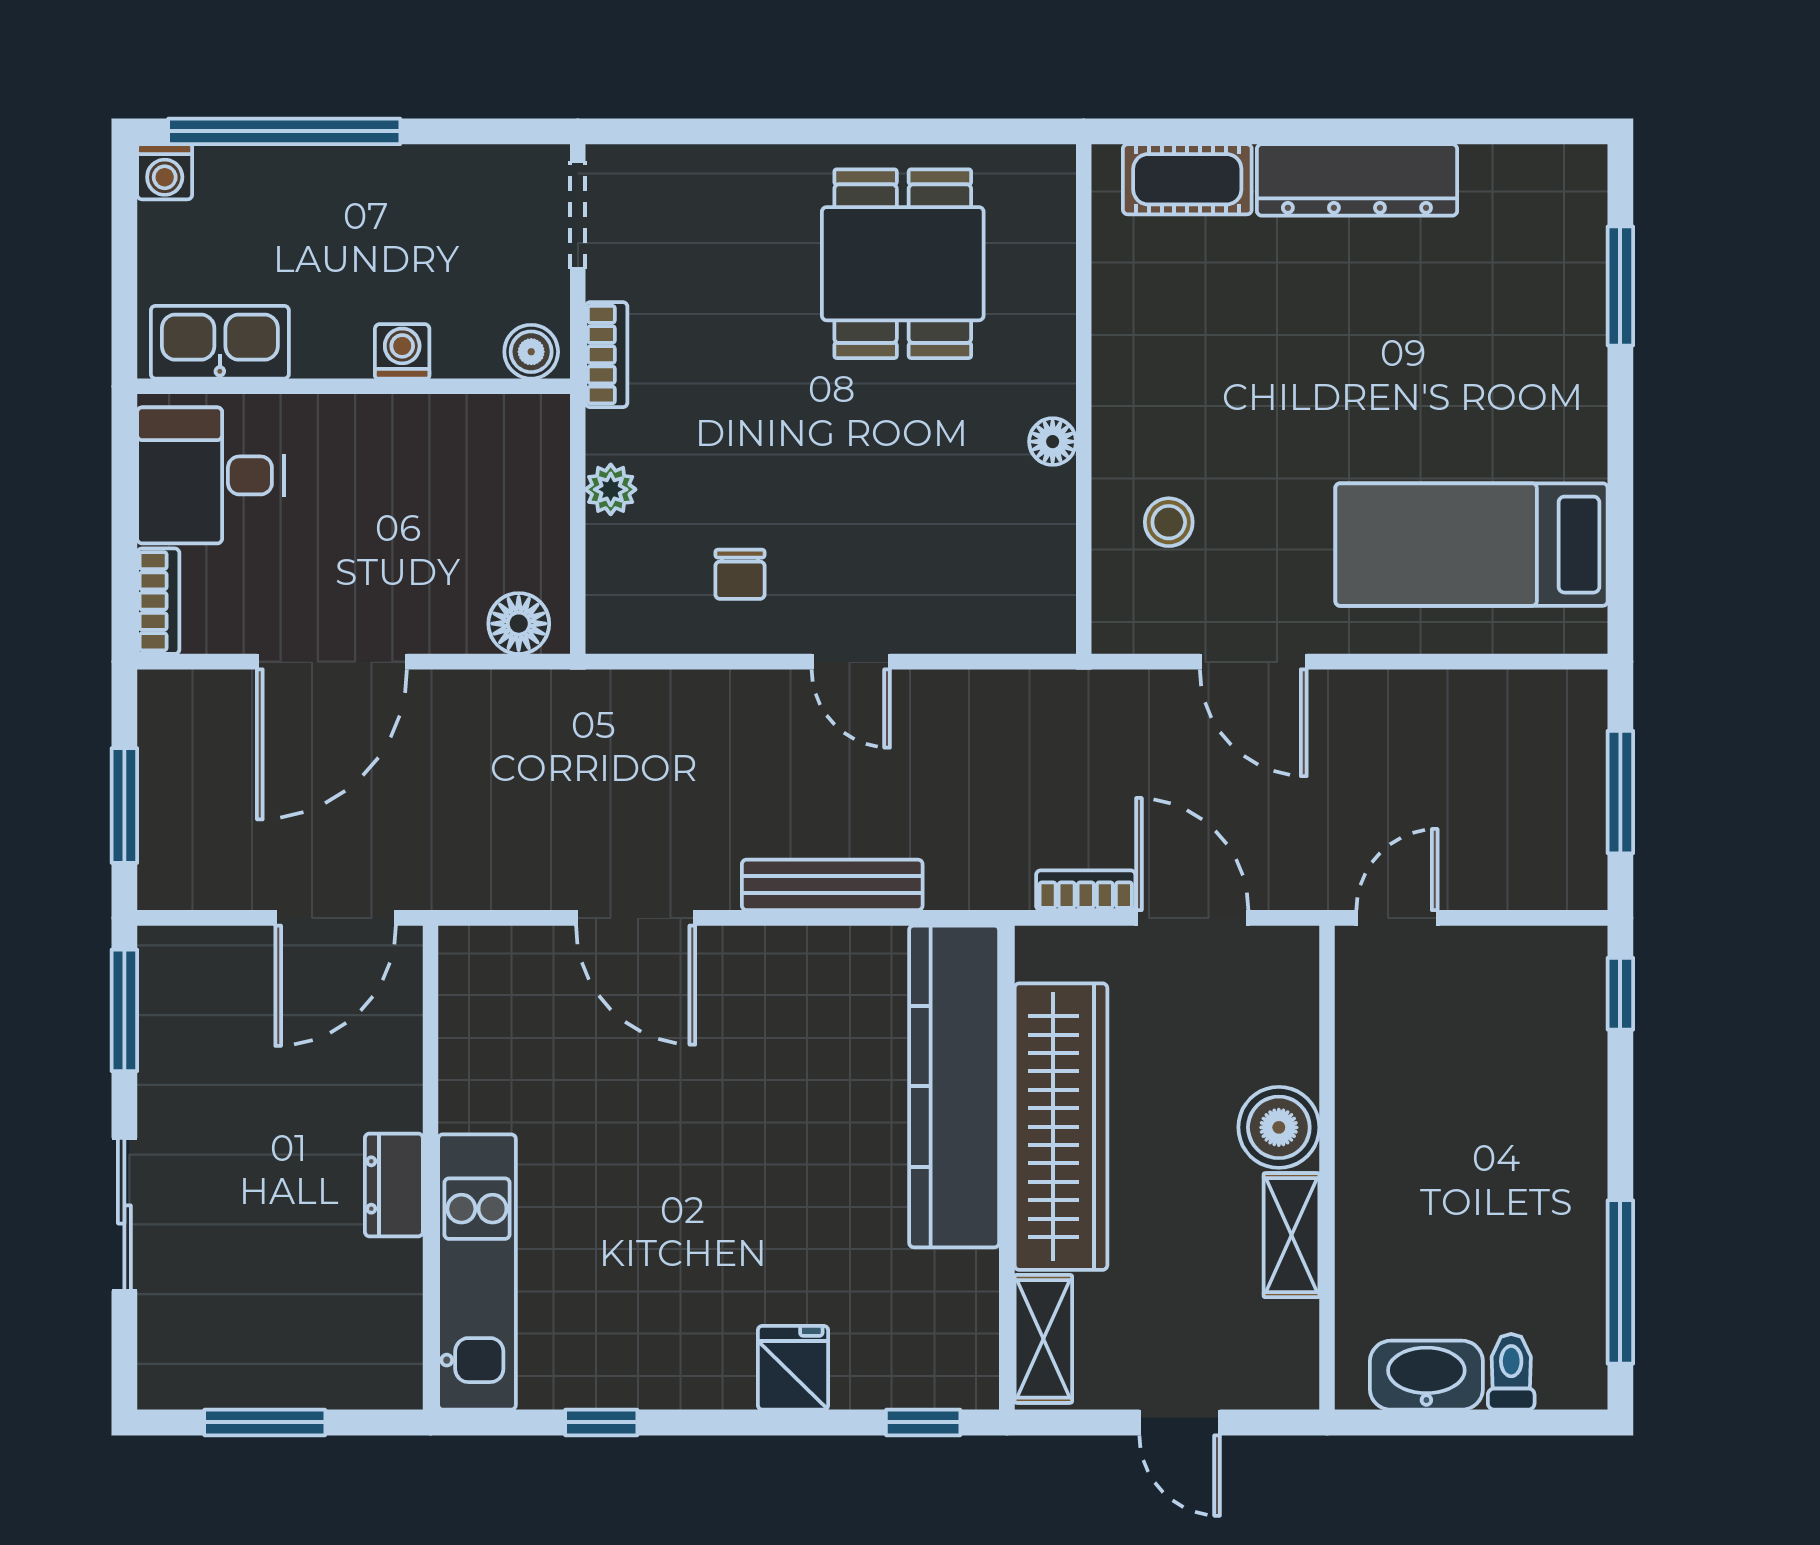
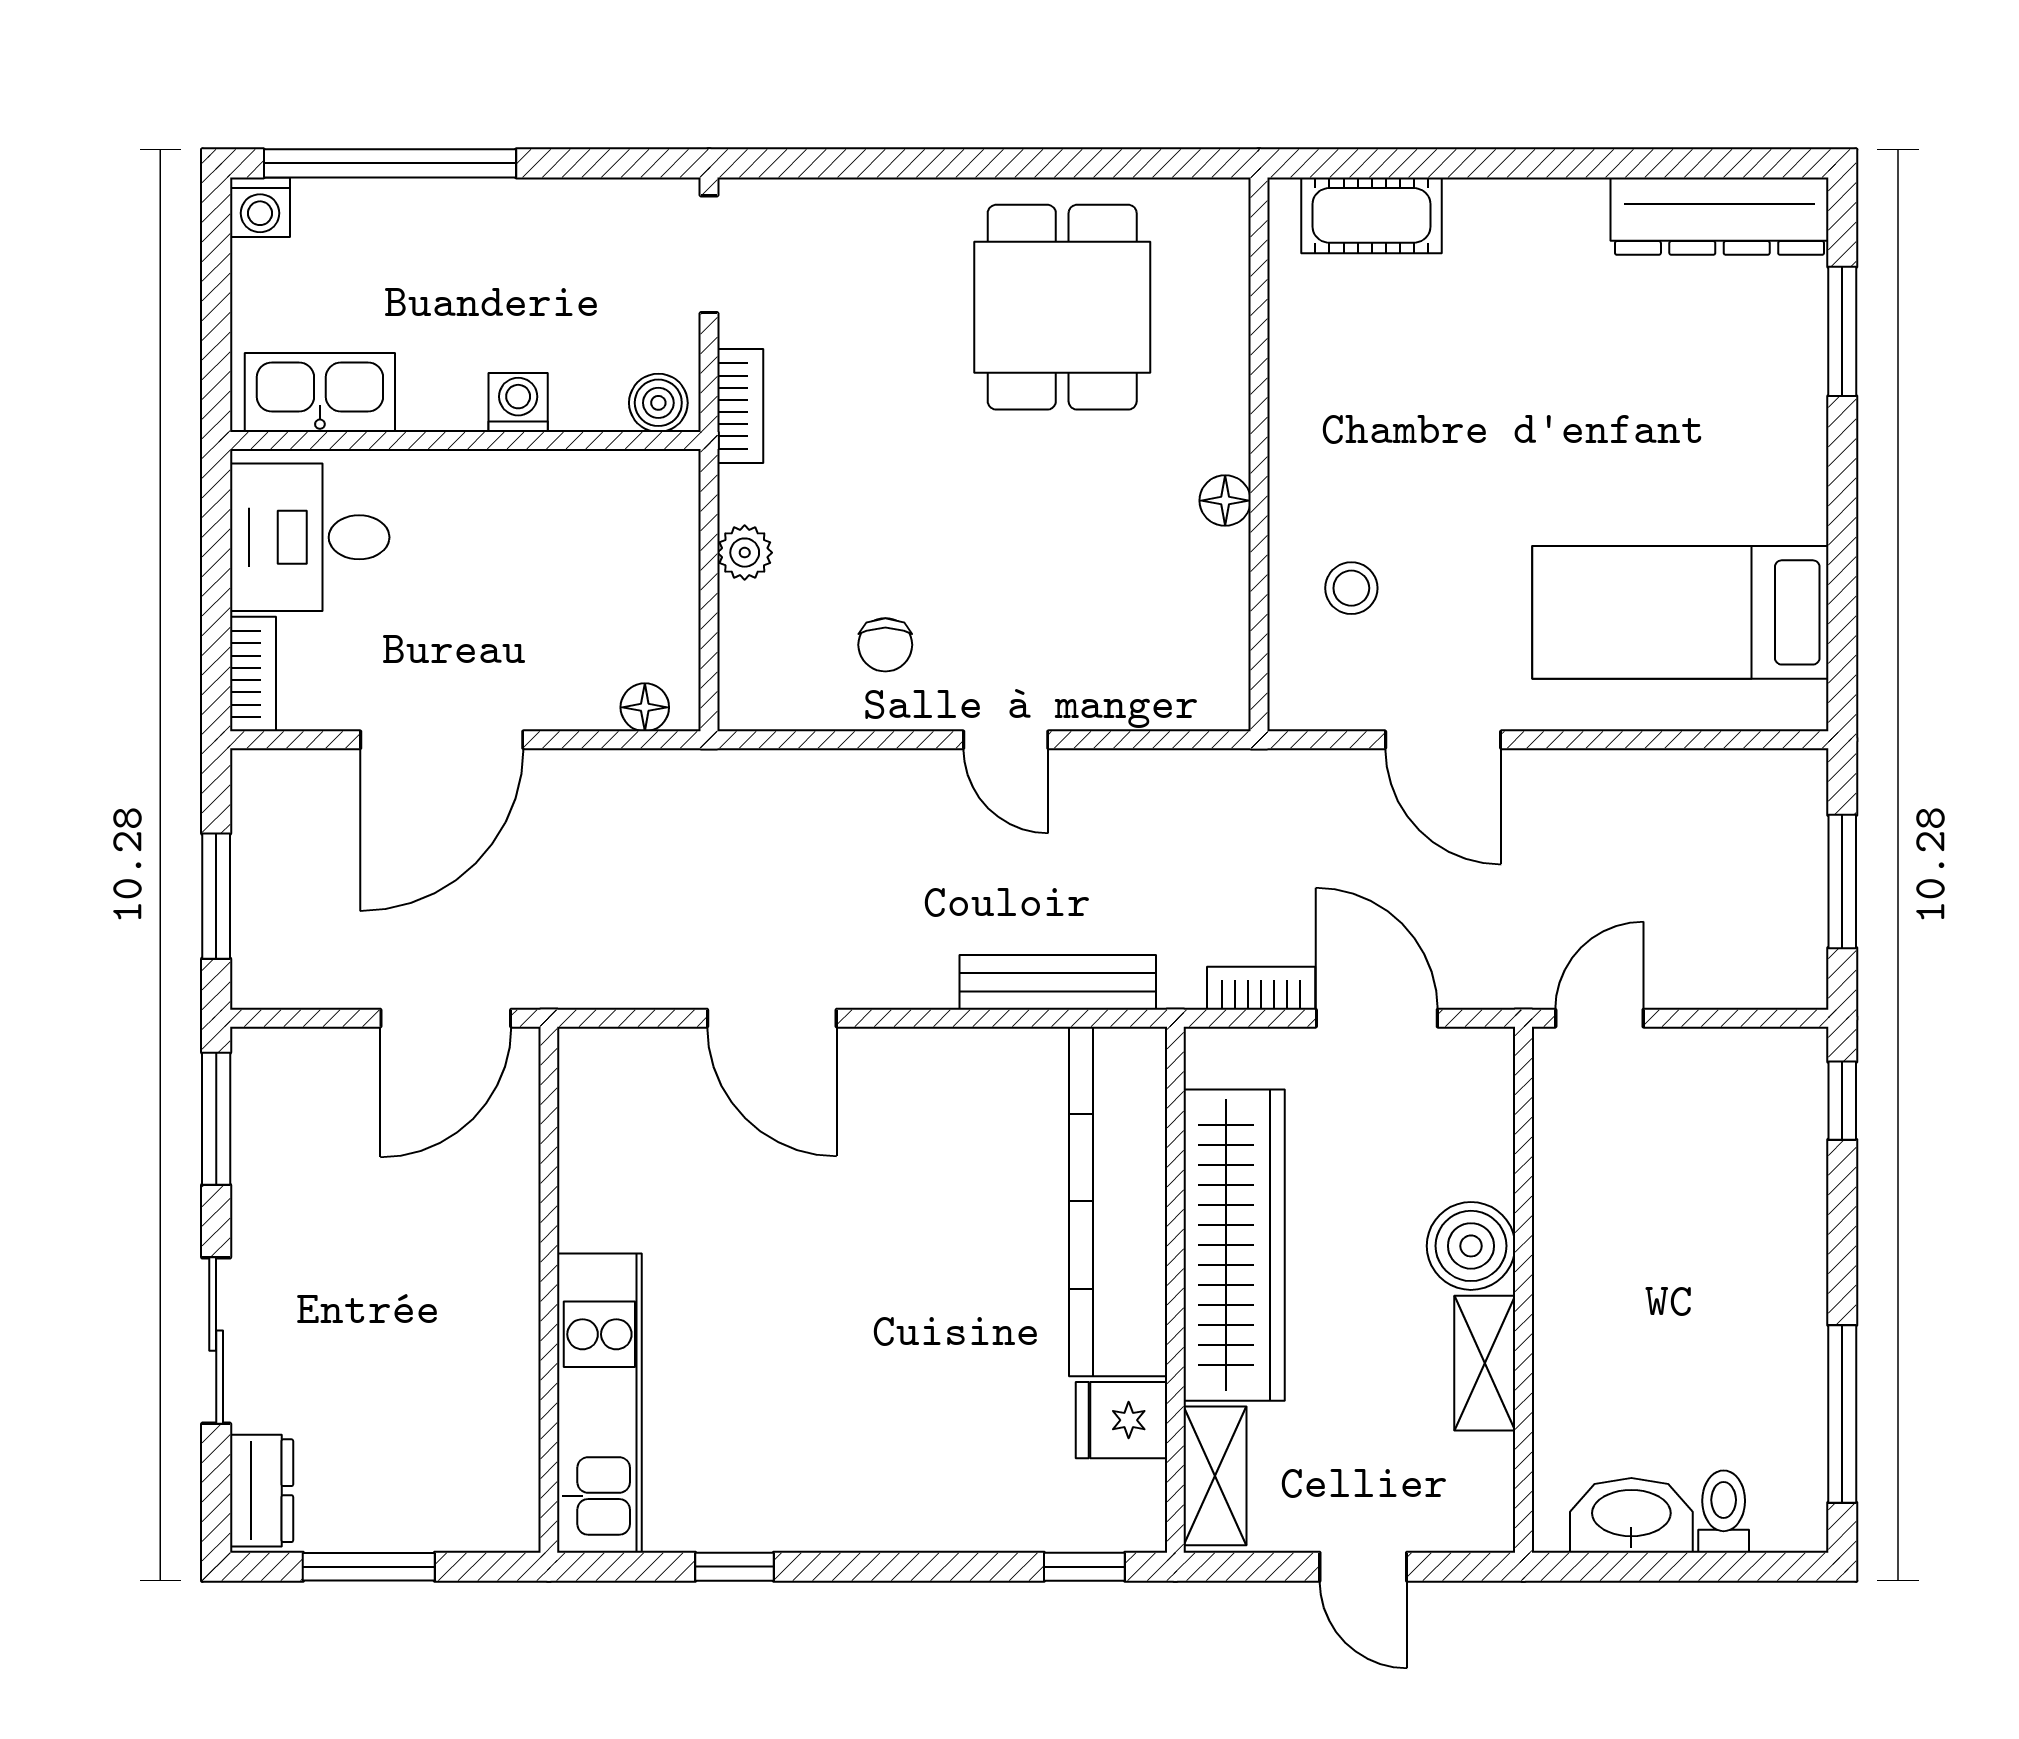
dresser: (1357, 180) -> (1720, 216), moved
floor lamp: (519, 624) -> (645, 707), width x0.73, depth x0.73
bench: (832, 885) -> (1058, 982), moved
dresser: (394, 1185) -> (262, 1491), moved, turned 180
fridge: (793, 1368) -> (1121, 1420), moved, turned -90

